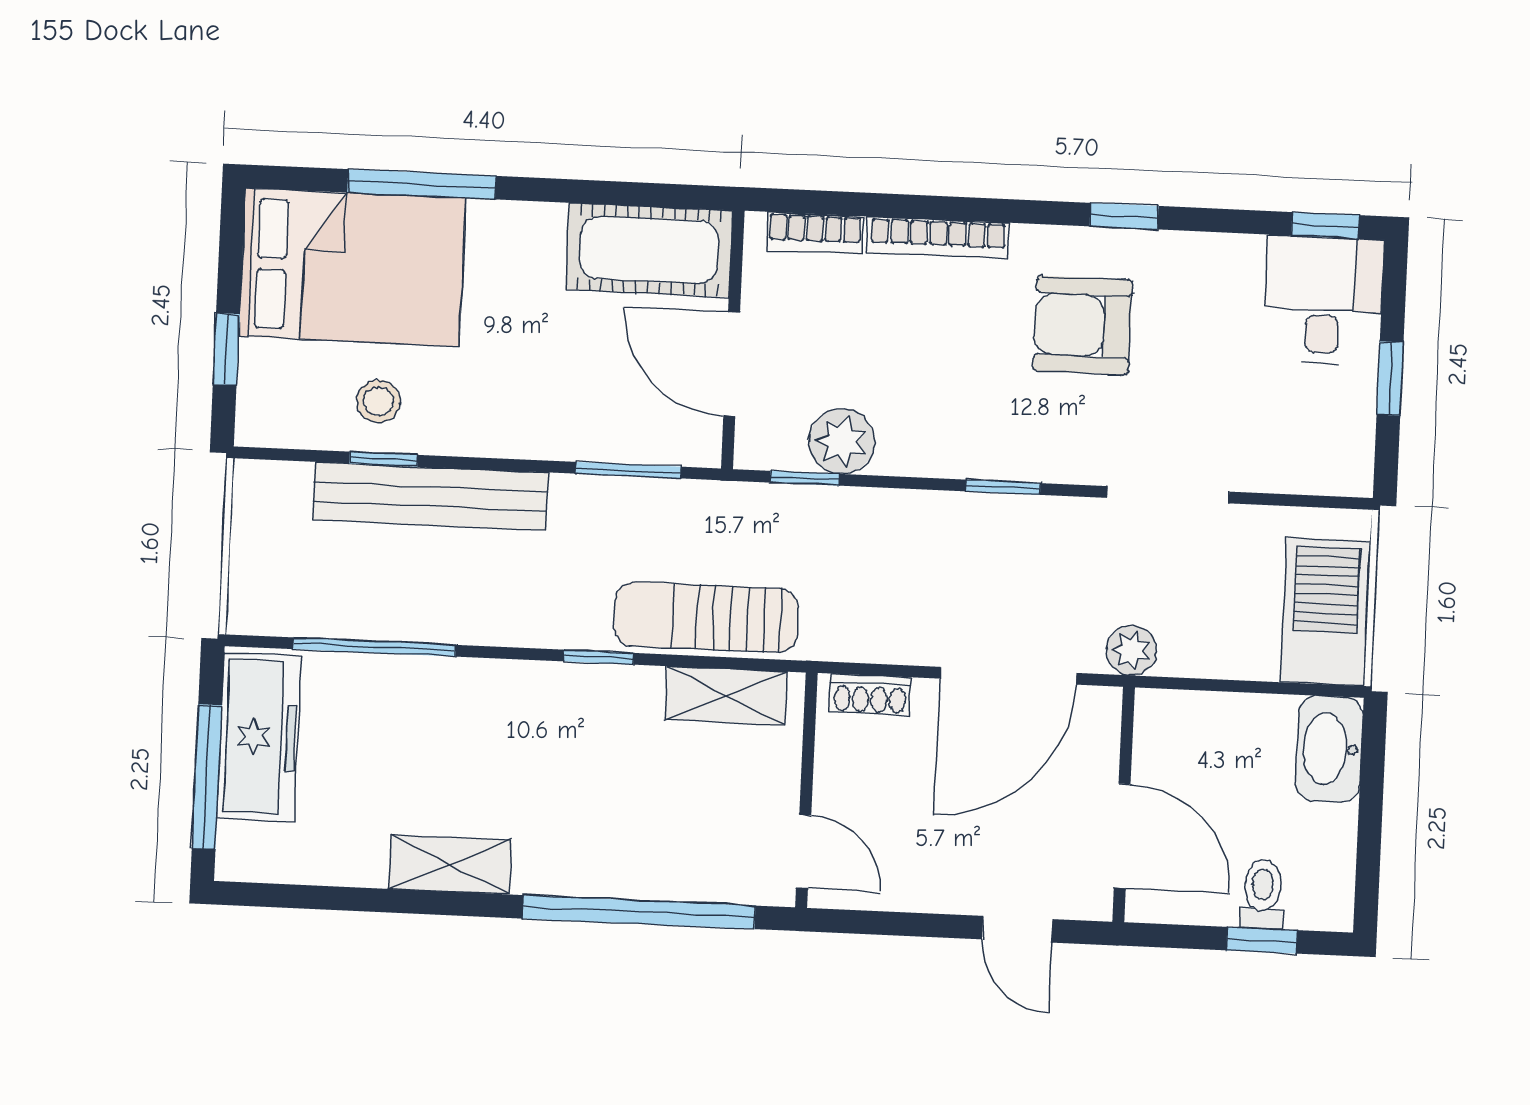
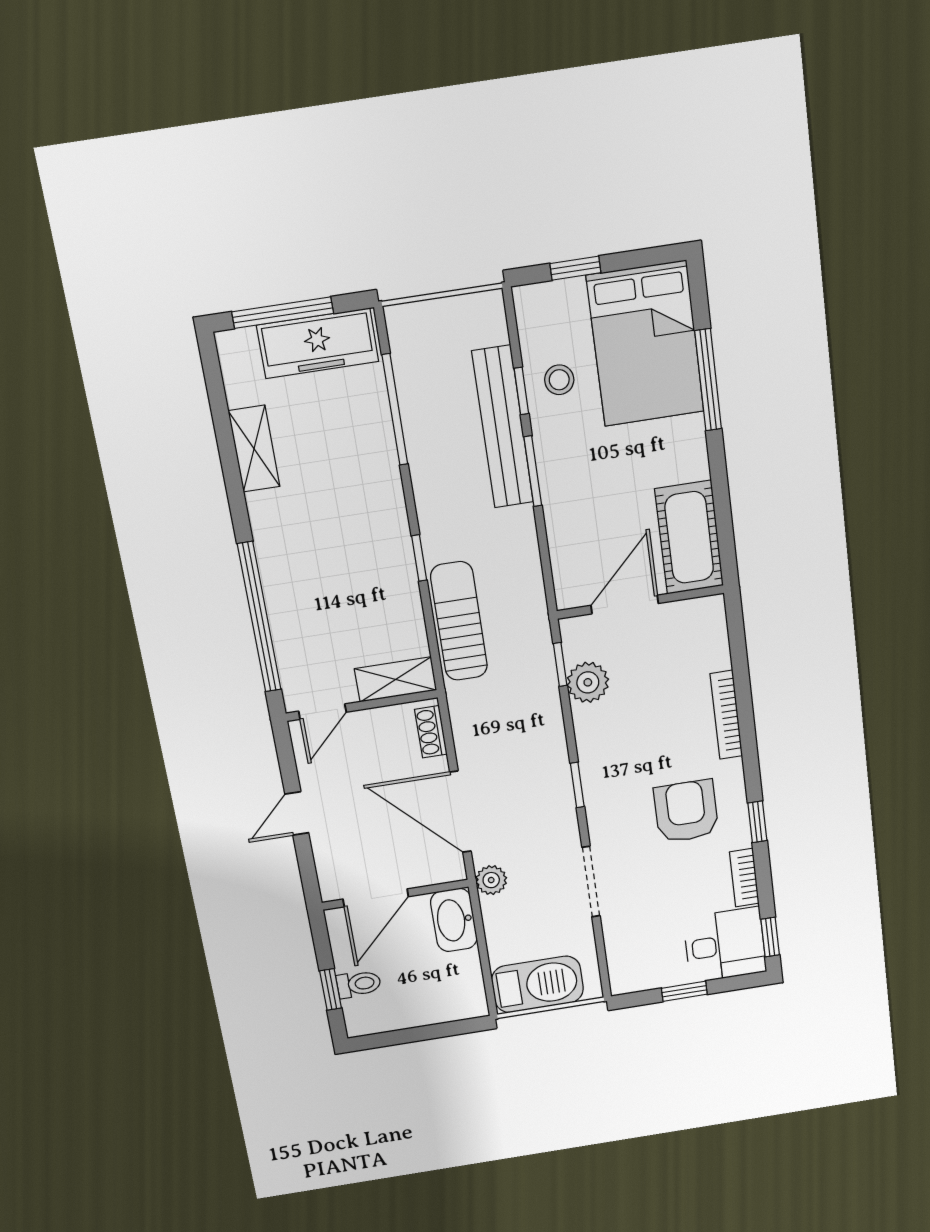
bookcase: (815, 233) -> (744, 878), moved
window: (628, 470) -> (533, 471), moved
shelving: (726, 696) -> (396, 679), moved, turned 90
washbasin: (1329, 749) -> (454, 920), moved, turned -90
shelving: (450, 864) -> (254, 449), moved
door: (1017, 929) -> (297, 813), moved

